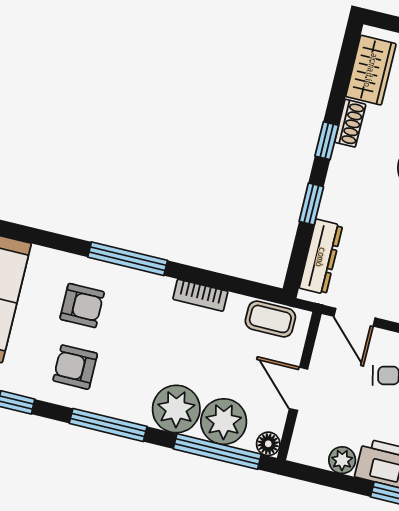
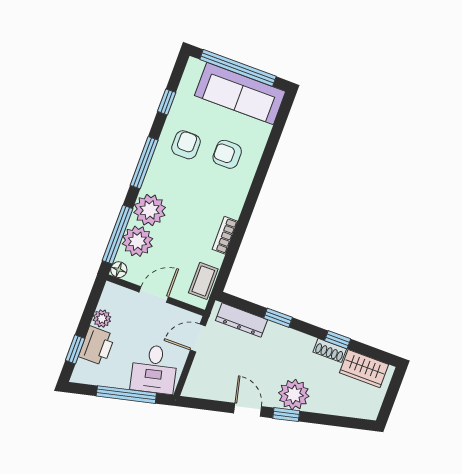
window: (327, 141) -> (338, 340), moved
window: (128, 259) -> (255, 189), removed
armchair: (82, 306) -> (227, 154), turned 90

